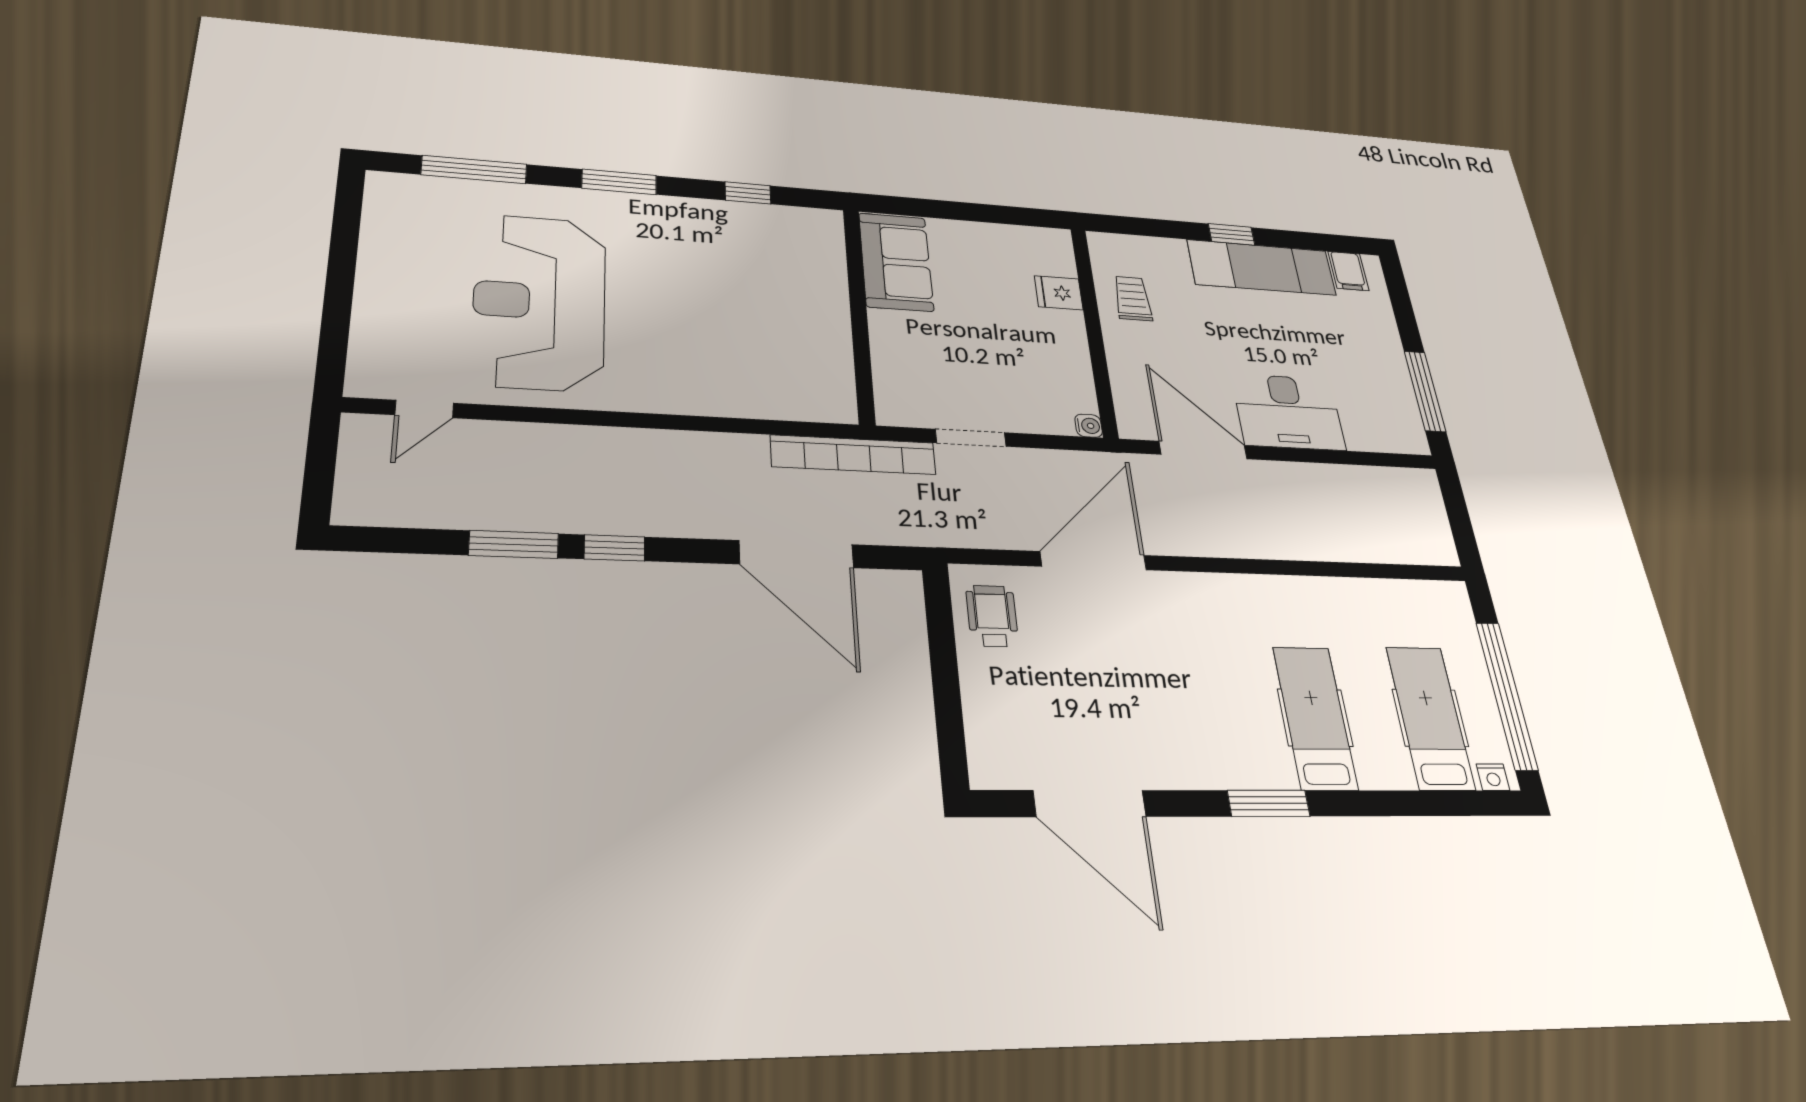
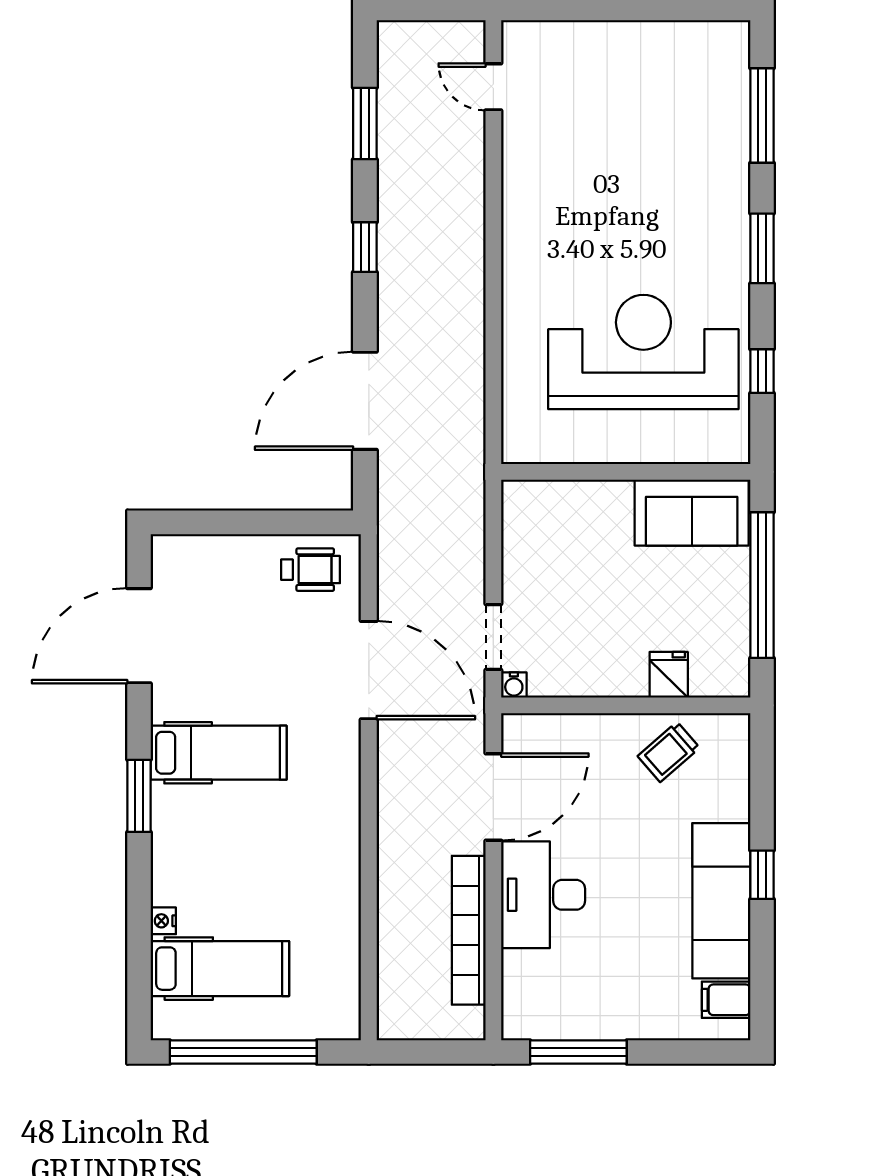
window: (962, 211) -> (762, 585), added
trolley: (1133, 298) -> (669, 752), turned 139
reception desk: (539, 302) -> (643, 352), moved
doorway: (971, 438) -> (493, 637), moved
bookcase: (853, 455) -> (469, 930), moved
window: (514, 544) -> (365, 123), moved
hospital bed: (1315, 718) -> (219, 753), moved
nightstand: (1493, 777) -> (163, 921), moved

